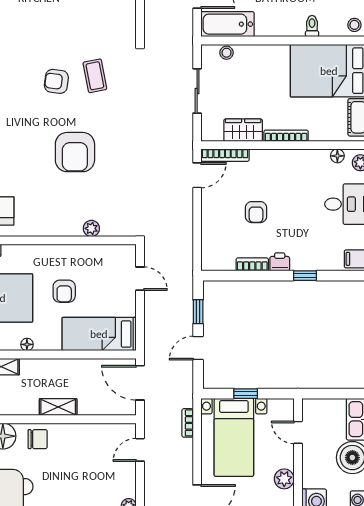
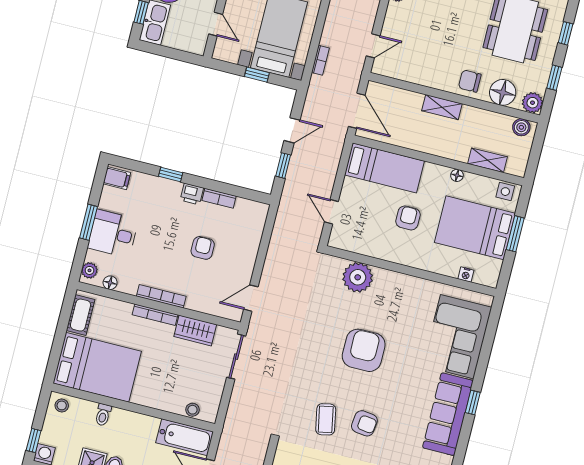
sliding door: (197, 91) -> (236, 357), moved
bookcase: (225, 155) -> (161, 296), moved
plant: (91, 228) -> (358, 277), width x1.88, depth x1.88

